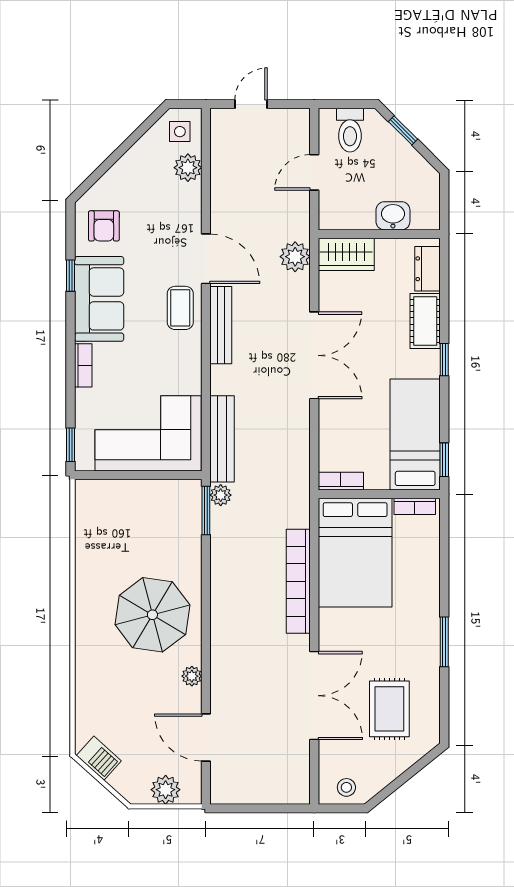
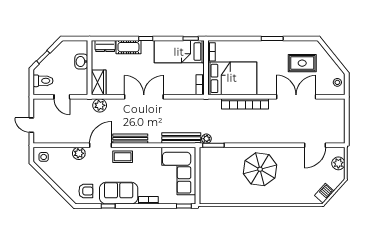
plant: (188, 168) -> (79, 153), moved
plant: (192, 676) -> (288, 152), removed

